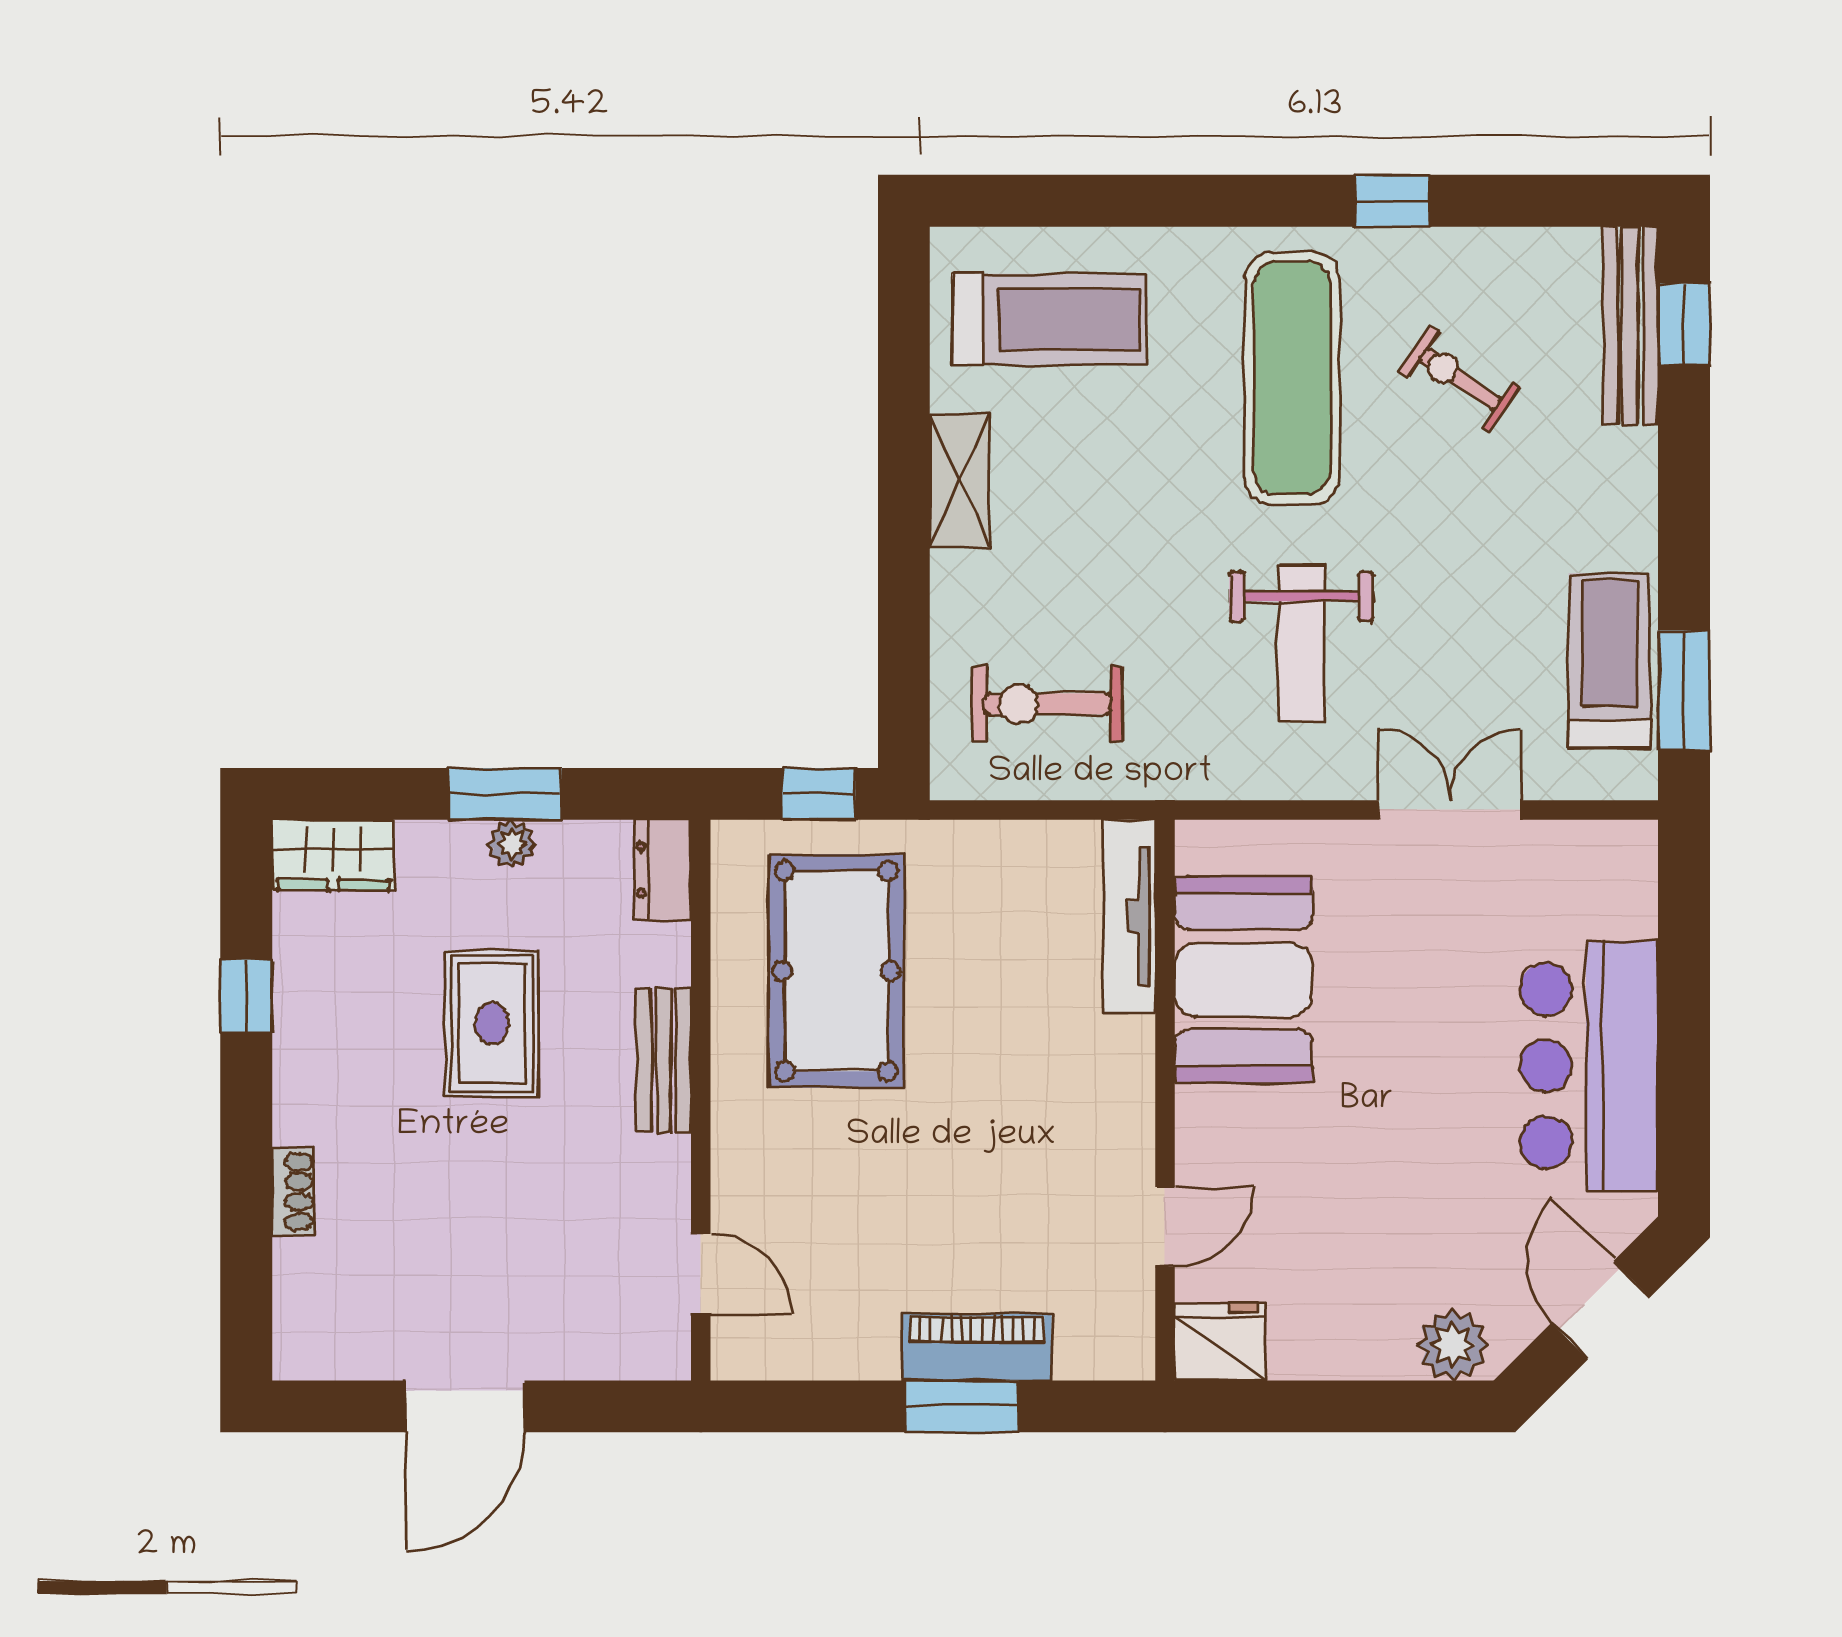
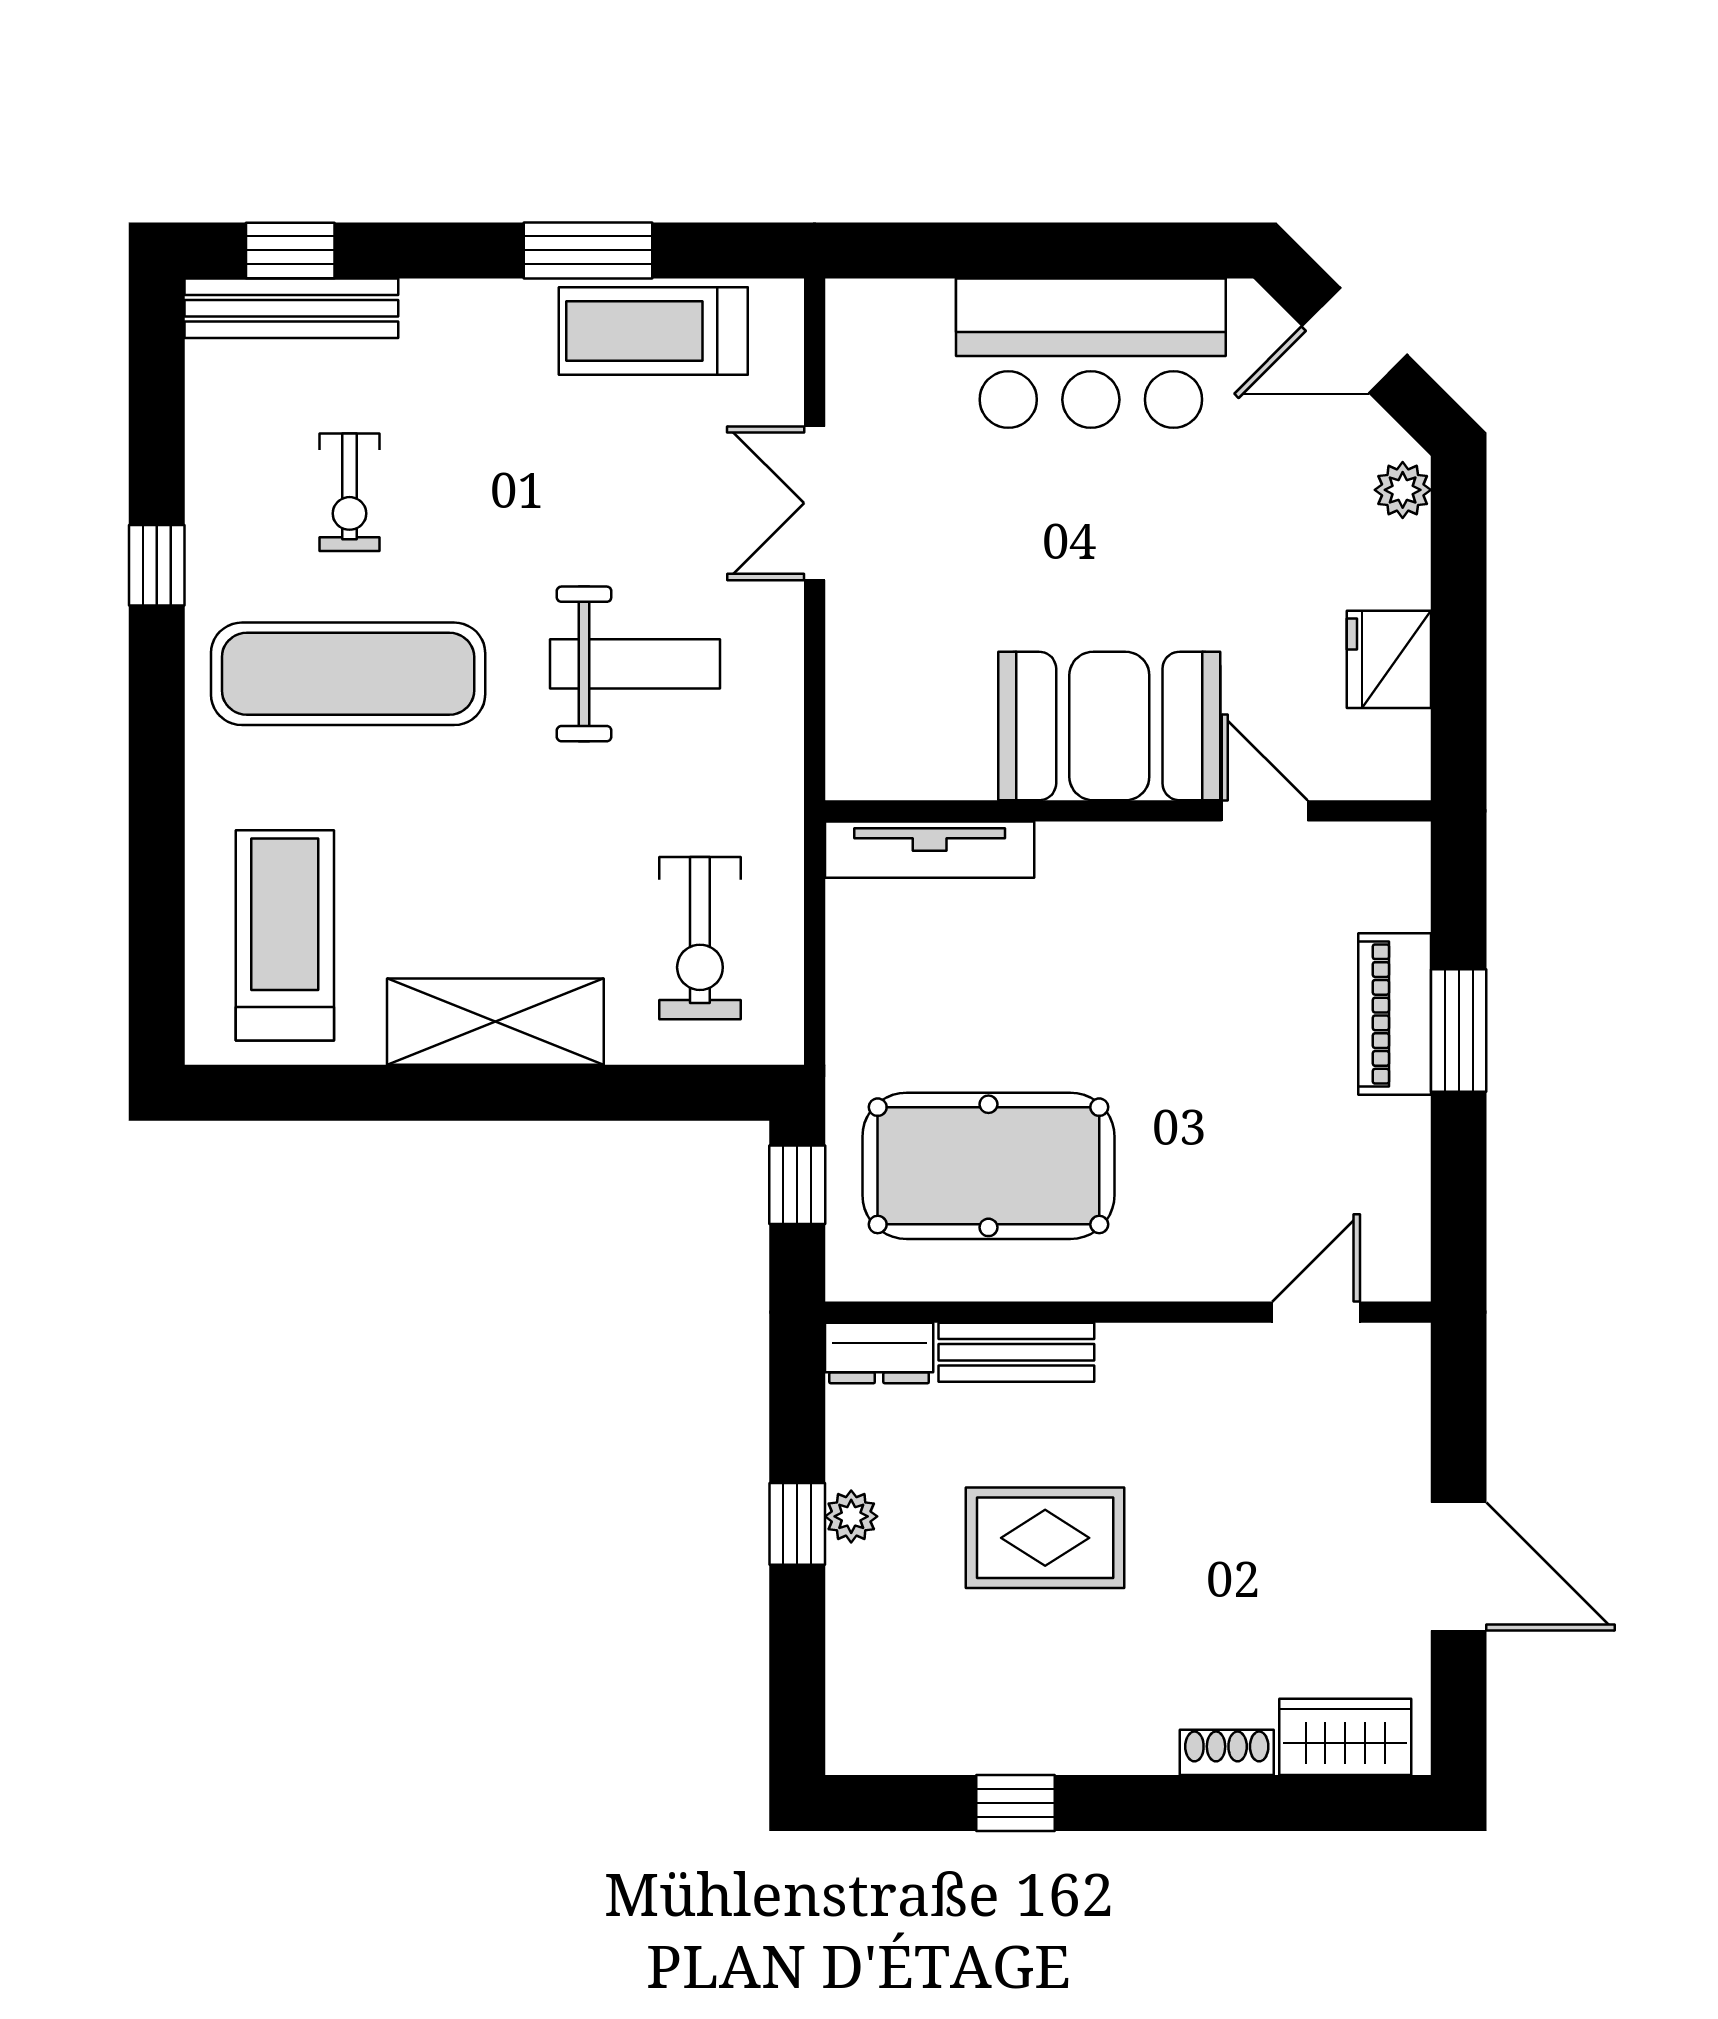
exercise bike: (1460, 379) -> (349, 492), turned -34
shelving: (960, 481) -> (495, 1022), width x1.50, depth x1.33
window: (1684, 690) -> (588, 250), moved
window: (505, 794) -> (797, 1524), width x0.67
wardrobe: (333, 855) -> (1345, 1737), moved, turned -90
booth: (1244, 980) -> (1109, 726), moved
bench: (664, 1060) -> (1016, 1352), moved
fridge: (1220, 1342) -> (1389, 659), moved
plant: (1452, 1345) -> (1403, 490), width x0.73, depth x0.73

